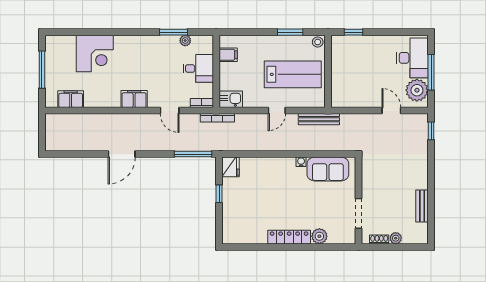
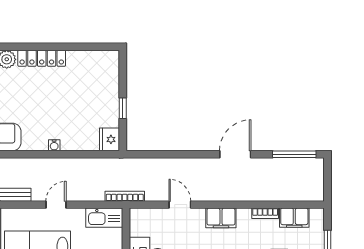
kitchen sink: (231, 99) -> (104, 218), width x1.38
bookcase: (202, 103) -> (265, 213), moved
window: (193, 154) -> (294, 154), moved
water cooler: (301, 162) -> (54, 145), moved

